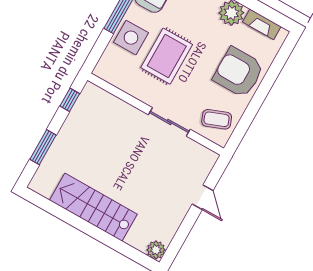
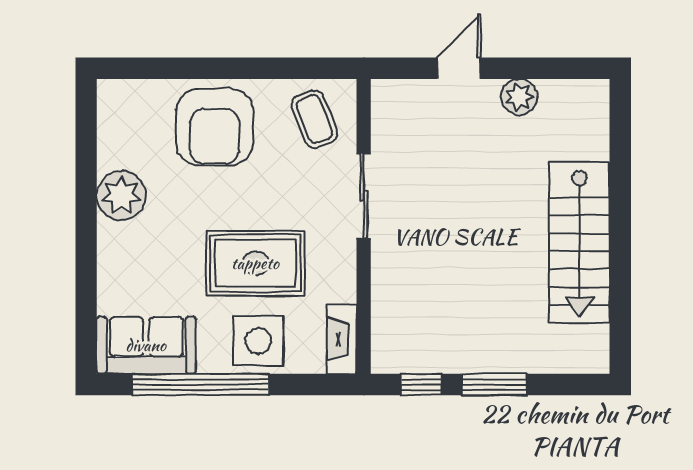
fireplace: (262, 24) -> (342, 339), moved, turned 180
window: (43, 147) -> (494, 385), moved
plant: (156, 250) -> (519, 97), moved

